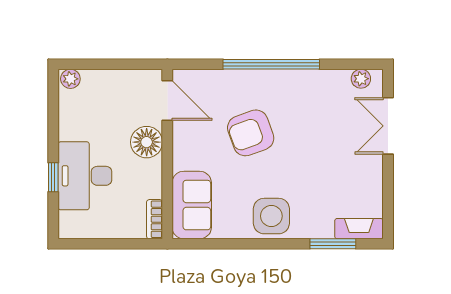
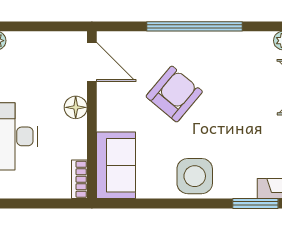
armchair: (251, 133) -> (174, 94), turned 150
floor lamp: (147, 142) -> (76, 107), width x0.73, depth x0.73

